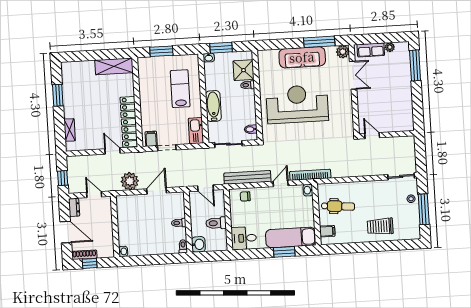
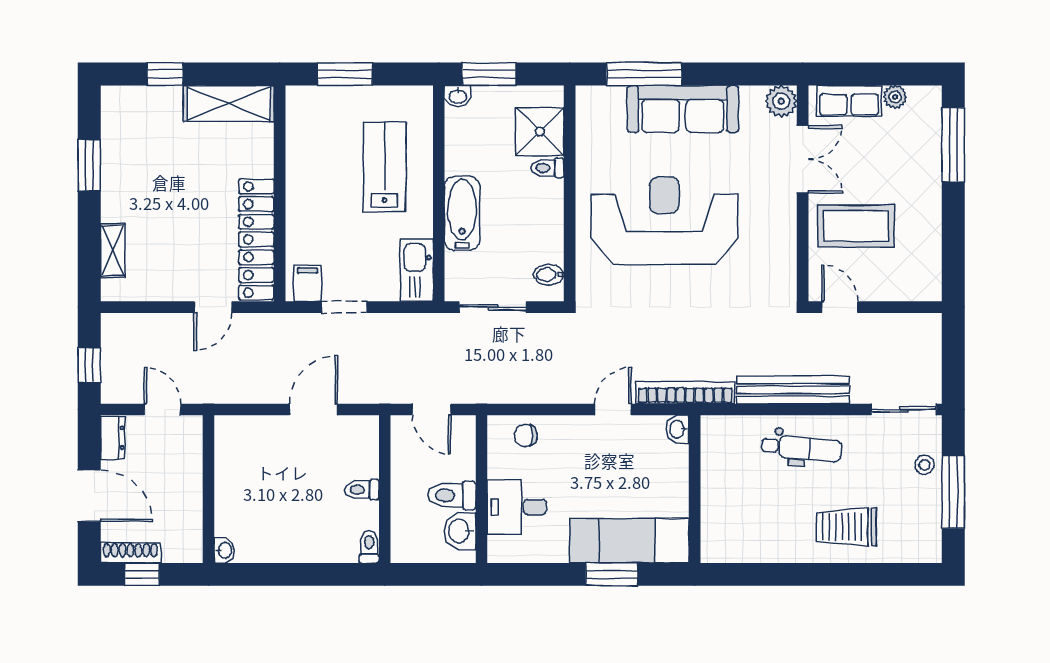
window: (319, 42) -> (644, 74), moved
window: (87, 56) -> (165, 74), added
coffee table: (377, 102) -> (856, 226), added
door: (113, 151) -> (213, 307), swing flipped
bench: (247, 177) -> (793, 390), moved
plant: (130, 181) -> (250, 382), removed
dental chair: (338, 206) -> (802, 448), moved
filing cabinet: (327, 231) -> (718, 531), removed
desk: (244, 238) -> (517, 507), moved
washbasin: (198, 244) -> (460, 531), moved, turned 180

